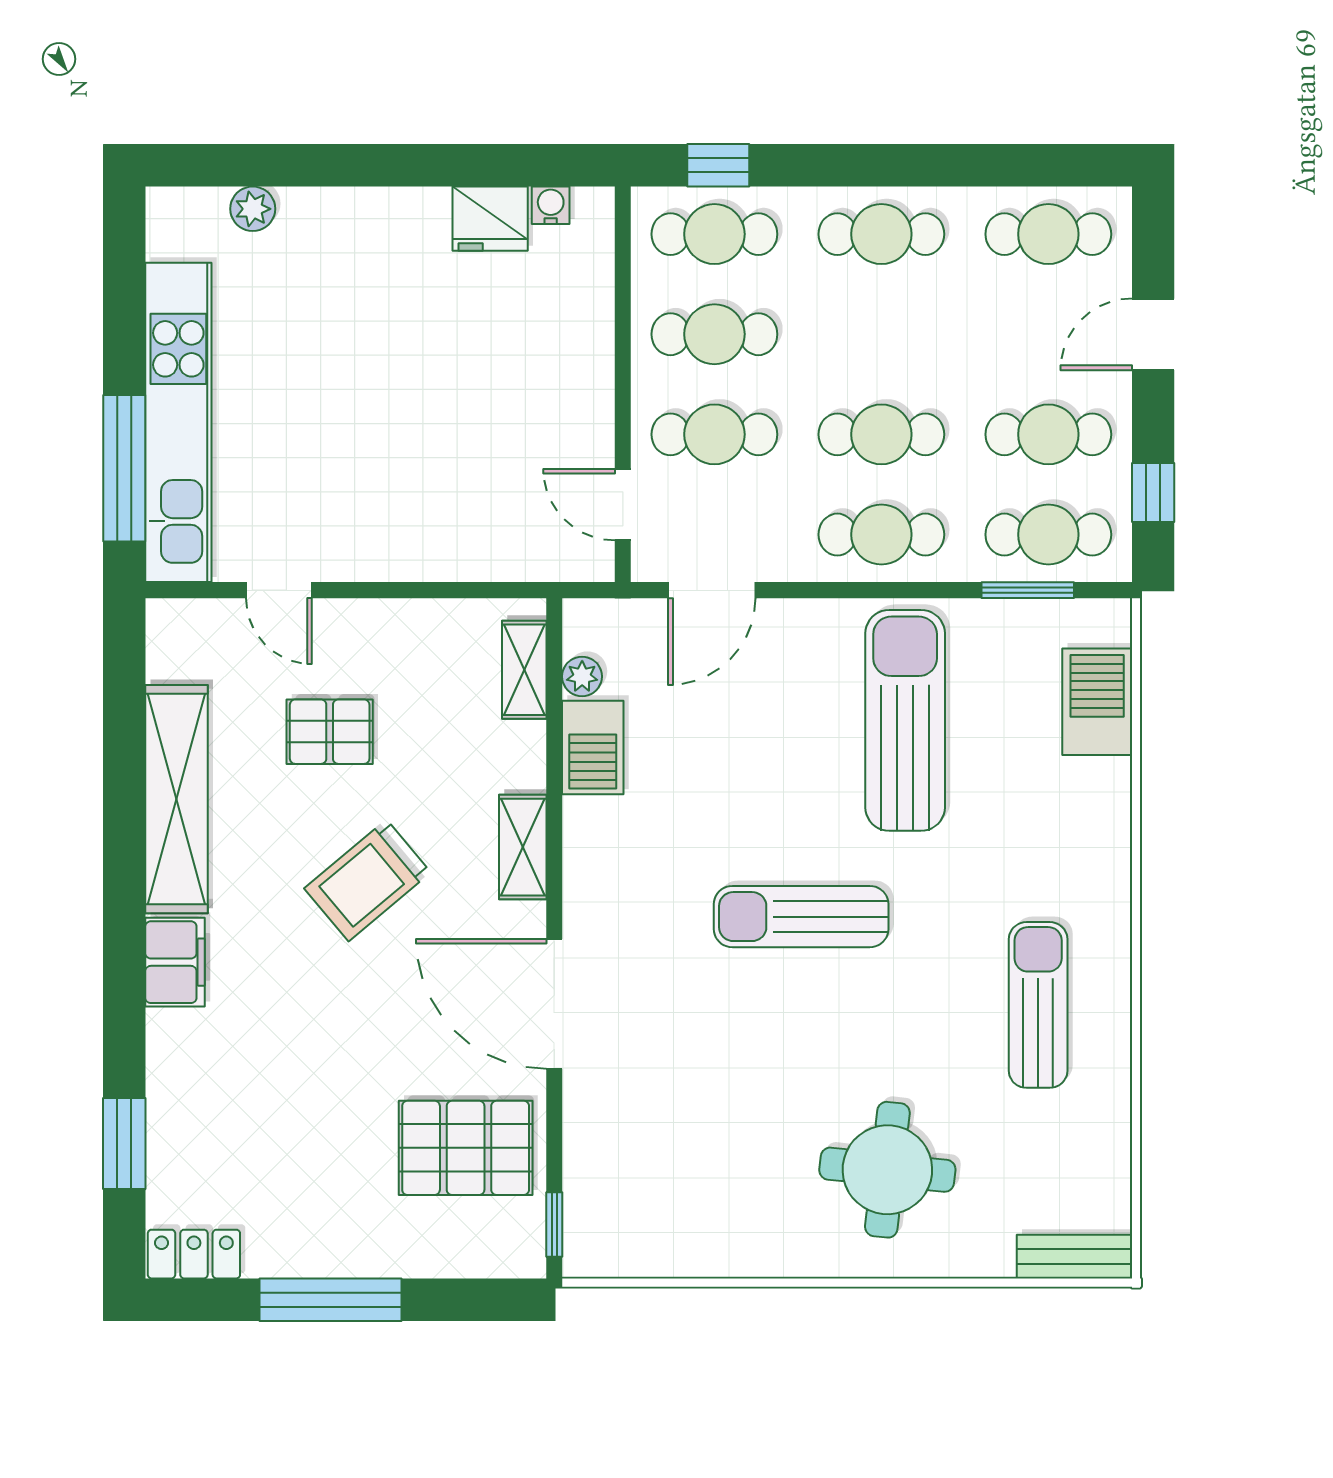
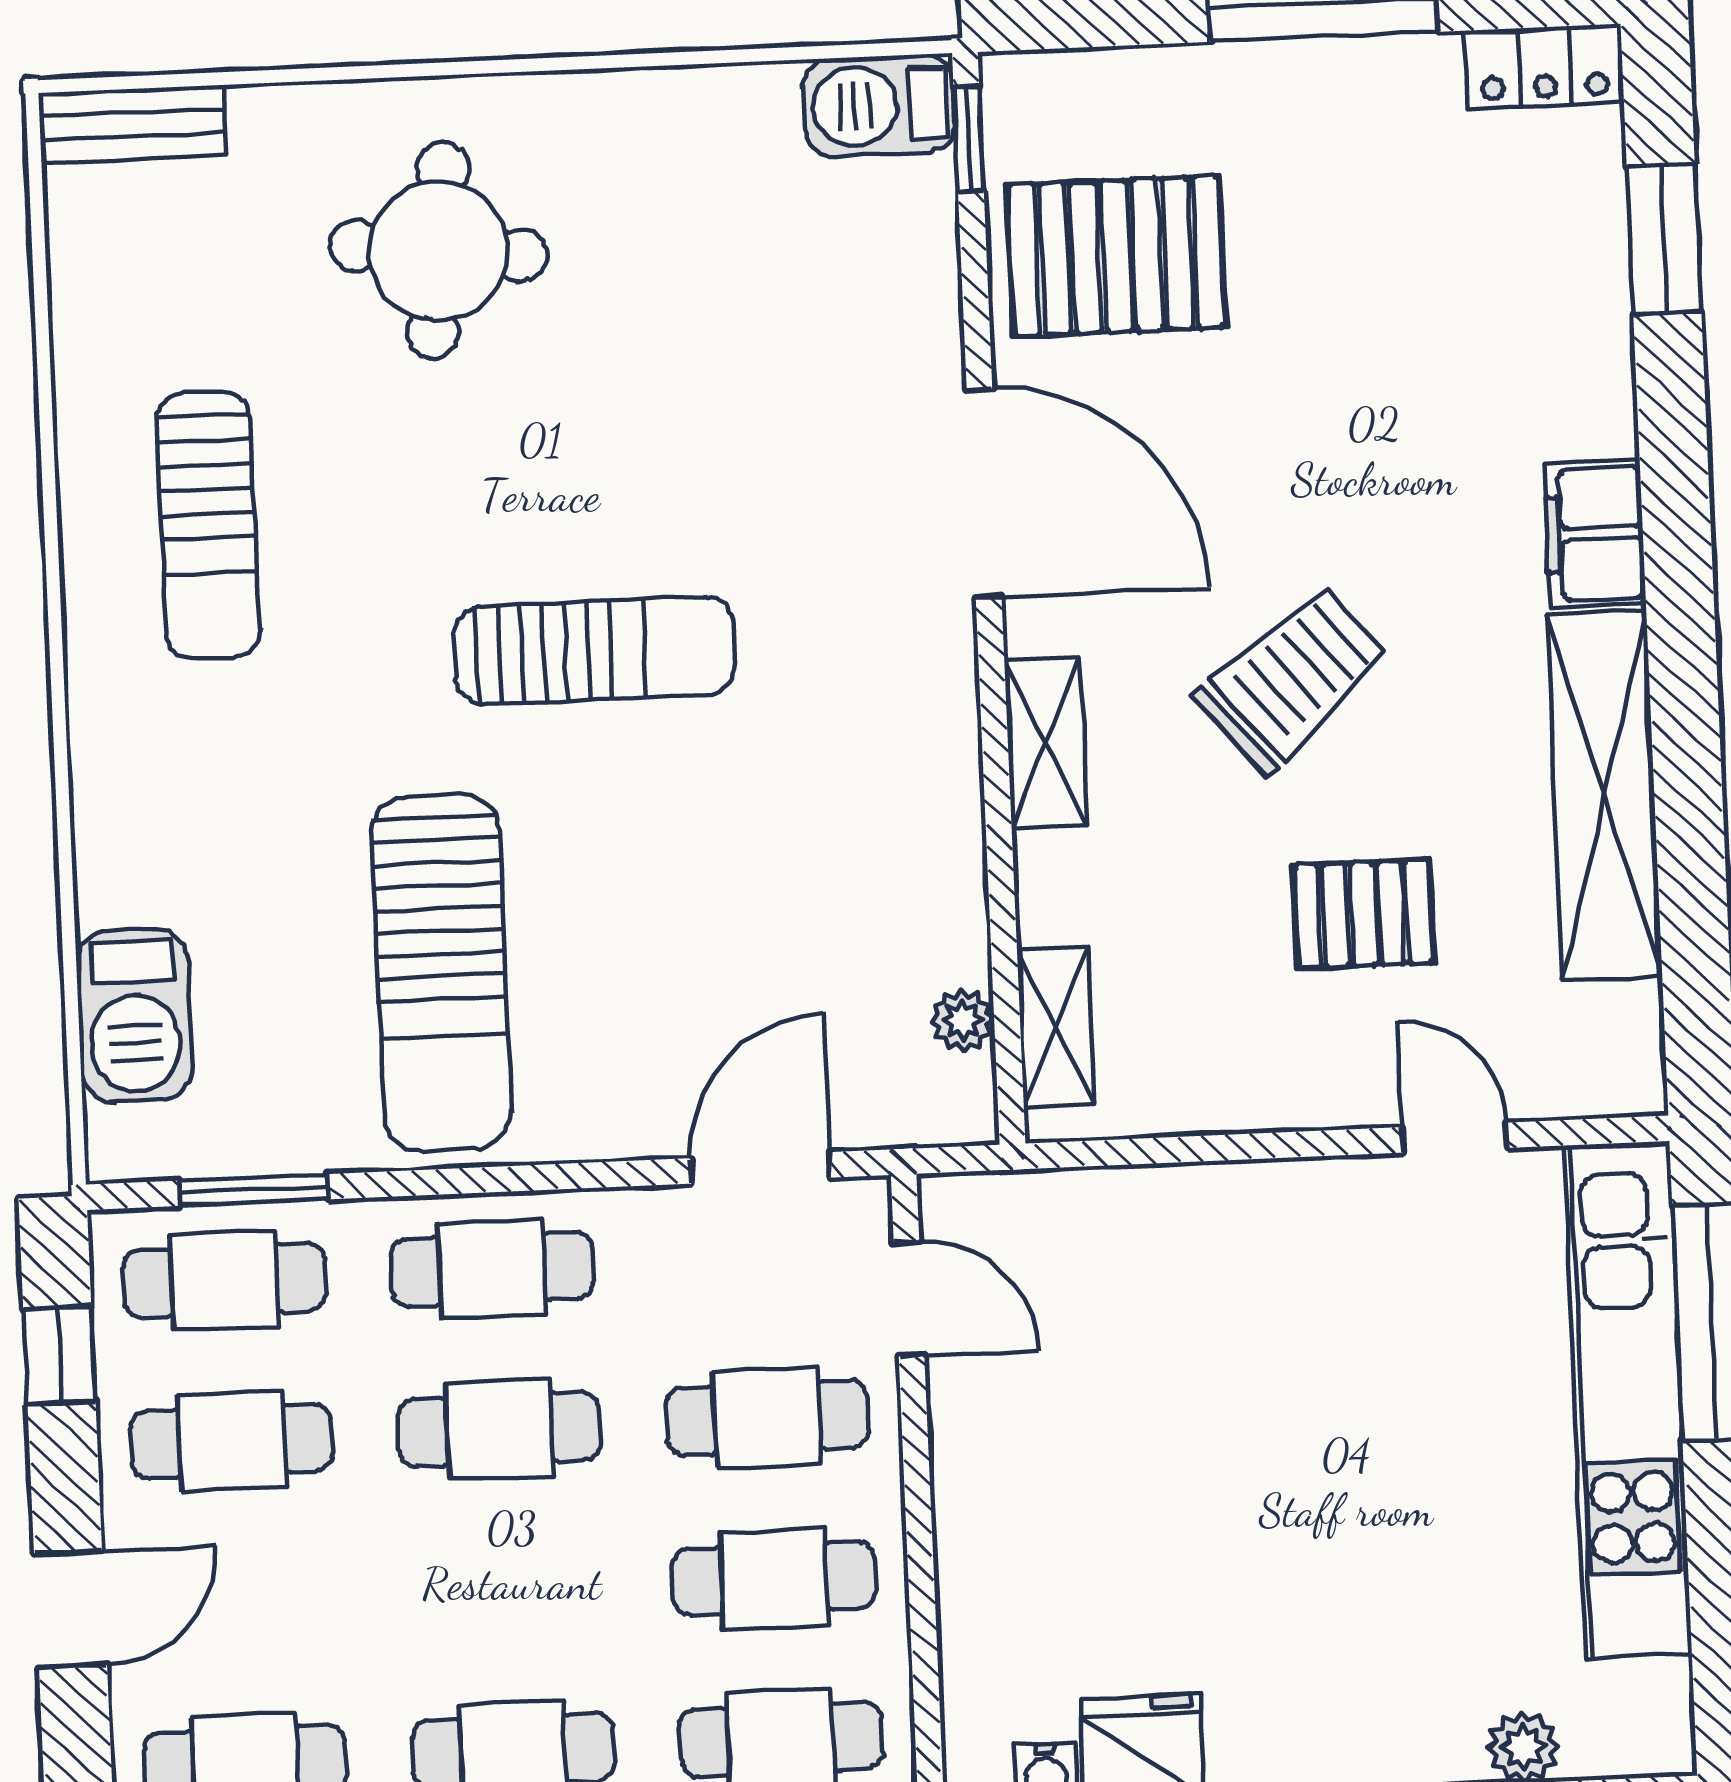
barbecue: (593, 747) -> (879, 105), moved, turned -90

